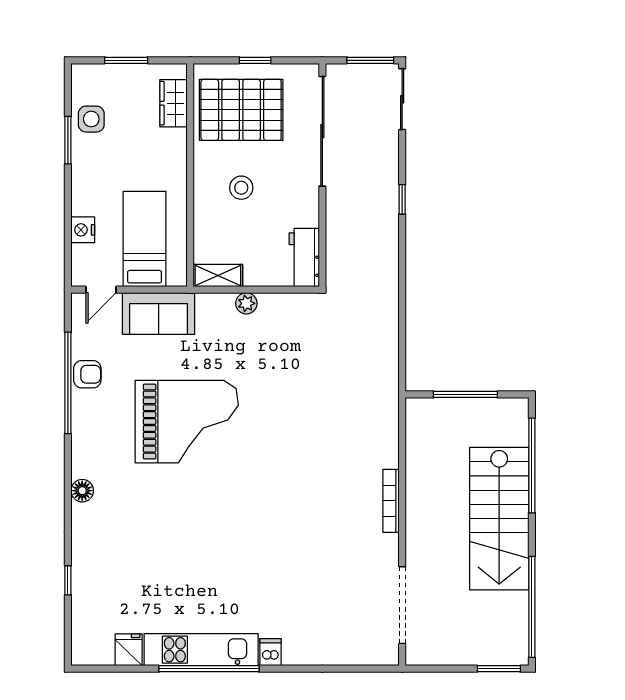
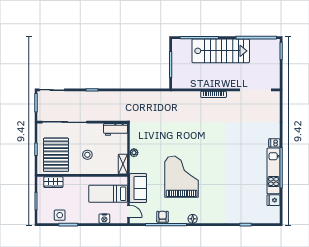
floor lamp: (82, 491) -> (193, 219), moved

